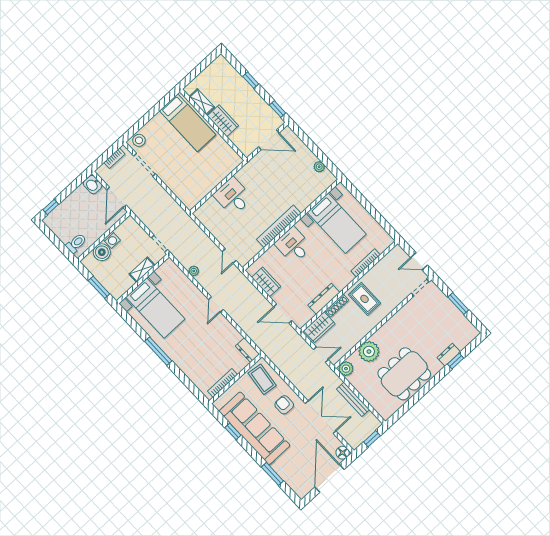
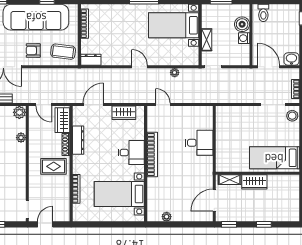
shelving: (202, 102) -> (230, 180), moved
plant: (369, 352) -> (21, 138), width x0.53, depth x0.53
door: (321, 355) -> (44, 105), hinge flipped
armchair: (284, 405) -> (33, 51), turned 180

